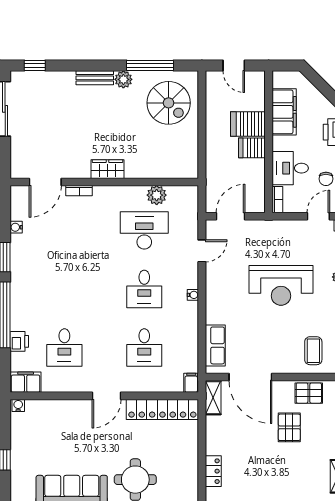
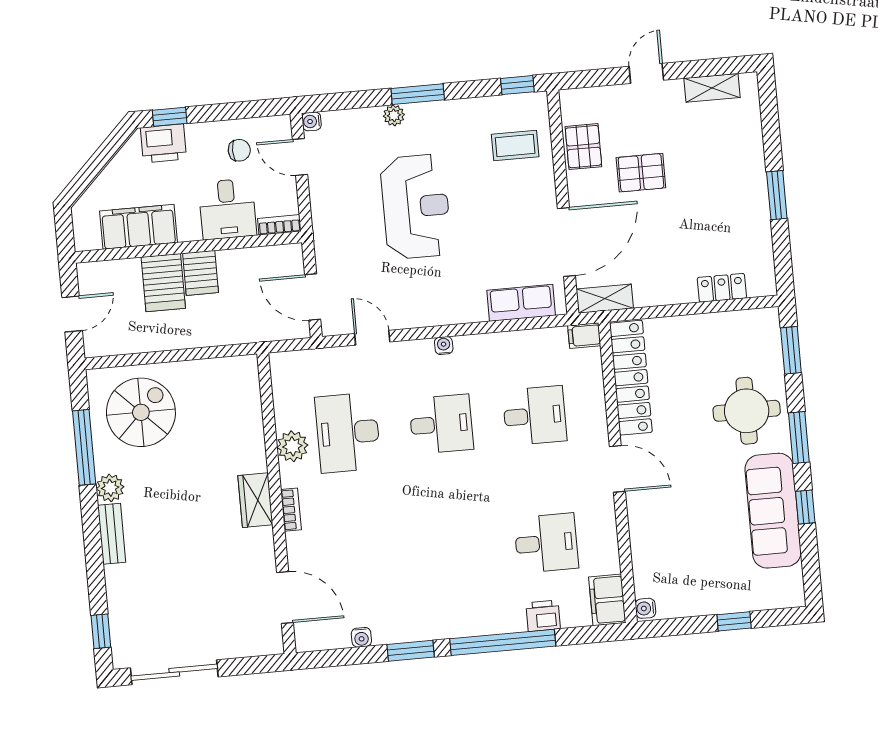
bookcase: (79, 191) -> (291, 510), moved
plant: (157, 195) -> (292, 446), moved

